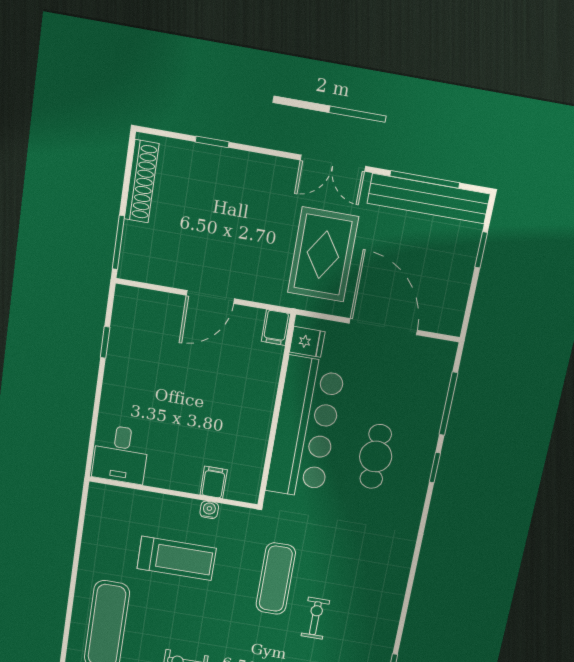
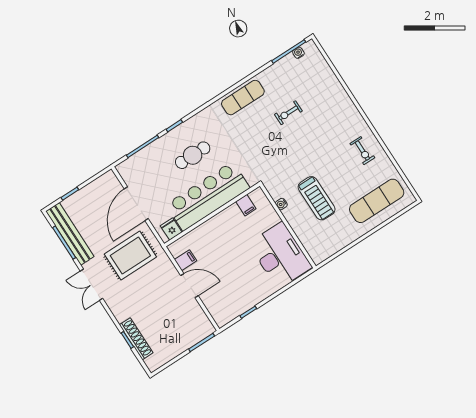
double door: (333, 163) -> (91, 285), swing flipped
shoe rack: (142, 181) -> (136, 339), moved, turned 90
filing cabinet: (276, 328) -> (186, 260), moved
desk: (121, 454) -> (280, 255), width x1.87, depth x1.30
filing cabinet: (214, 482) -> (246, 205), moved, turned -90
treadmill: (177, 558) -> (317, 198), turned 180
exercise mat: (276, 579) -> (243, 98), moved

